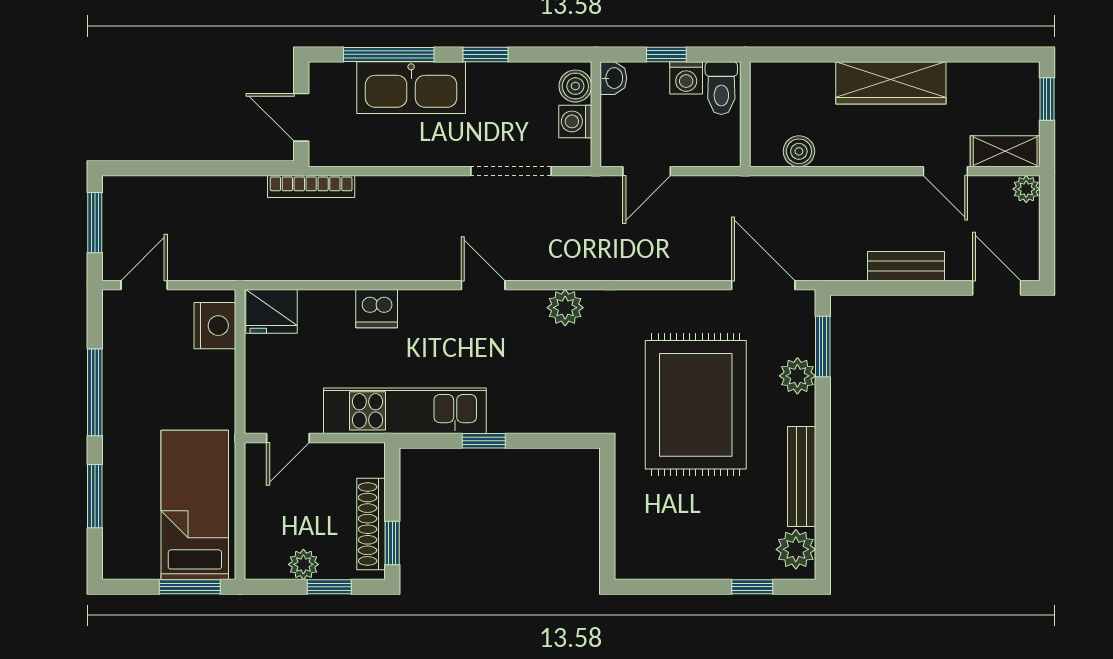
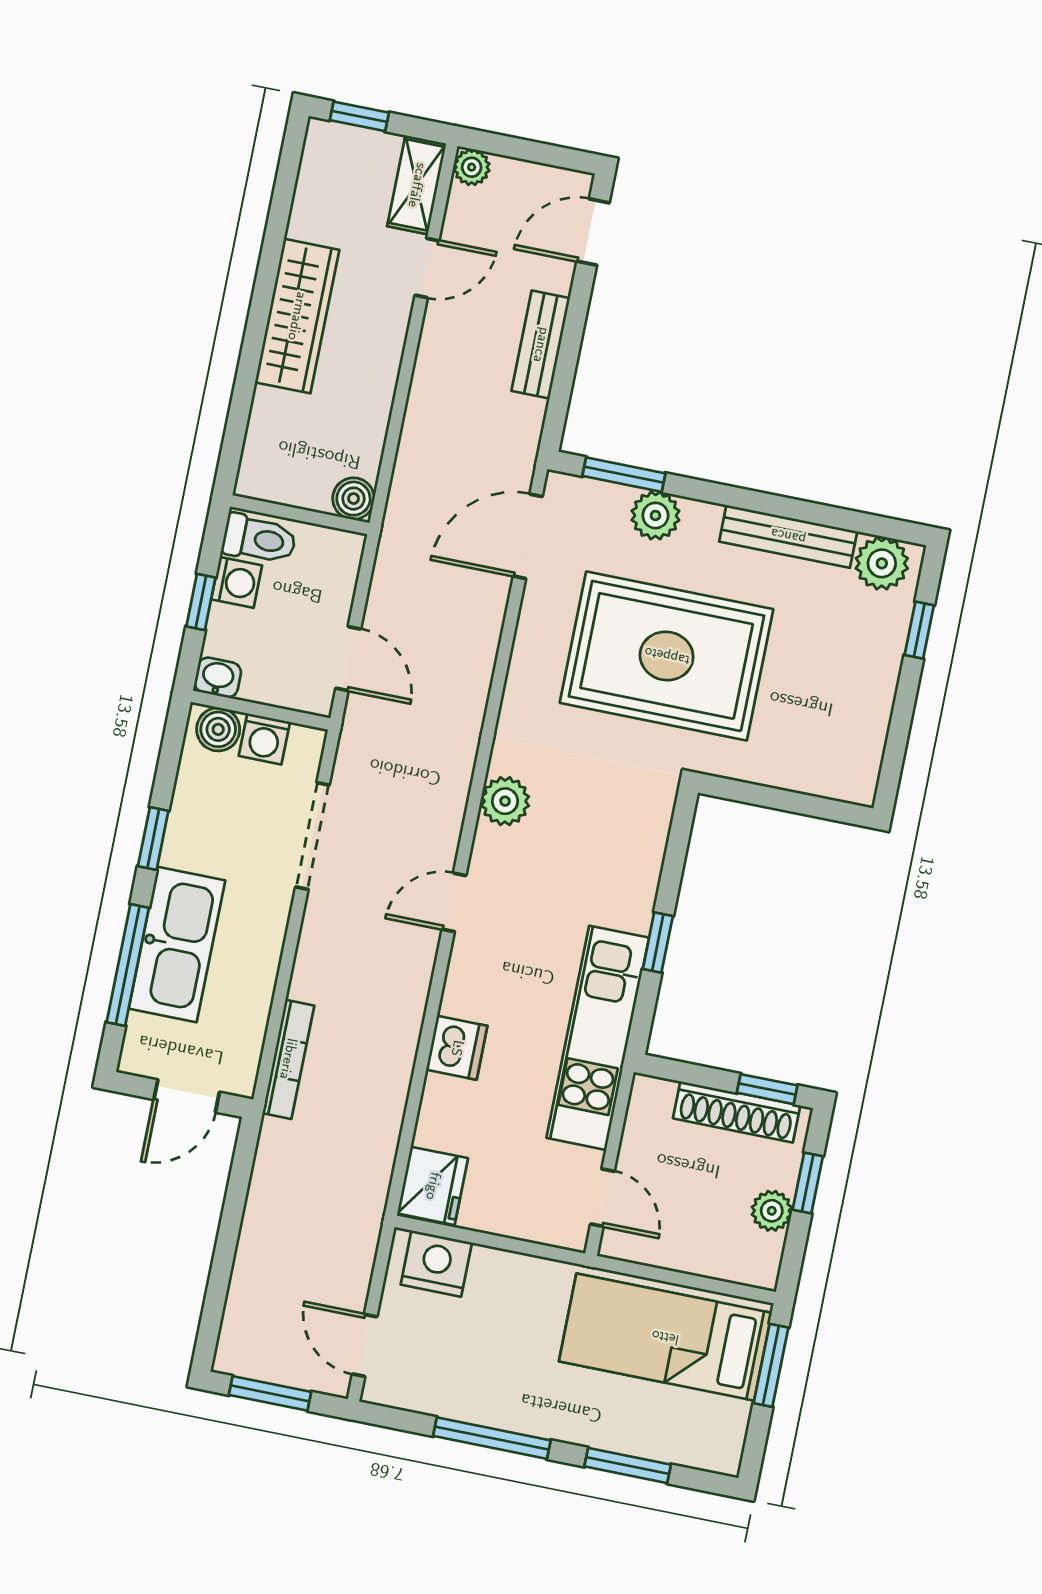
boiler: (799, 151) -> (353, 499), moved
bookcase: (311, 187) -> (288, 1059), moved

